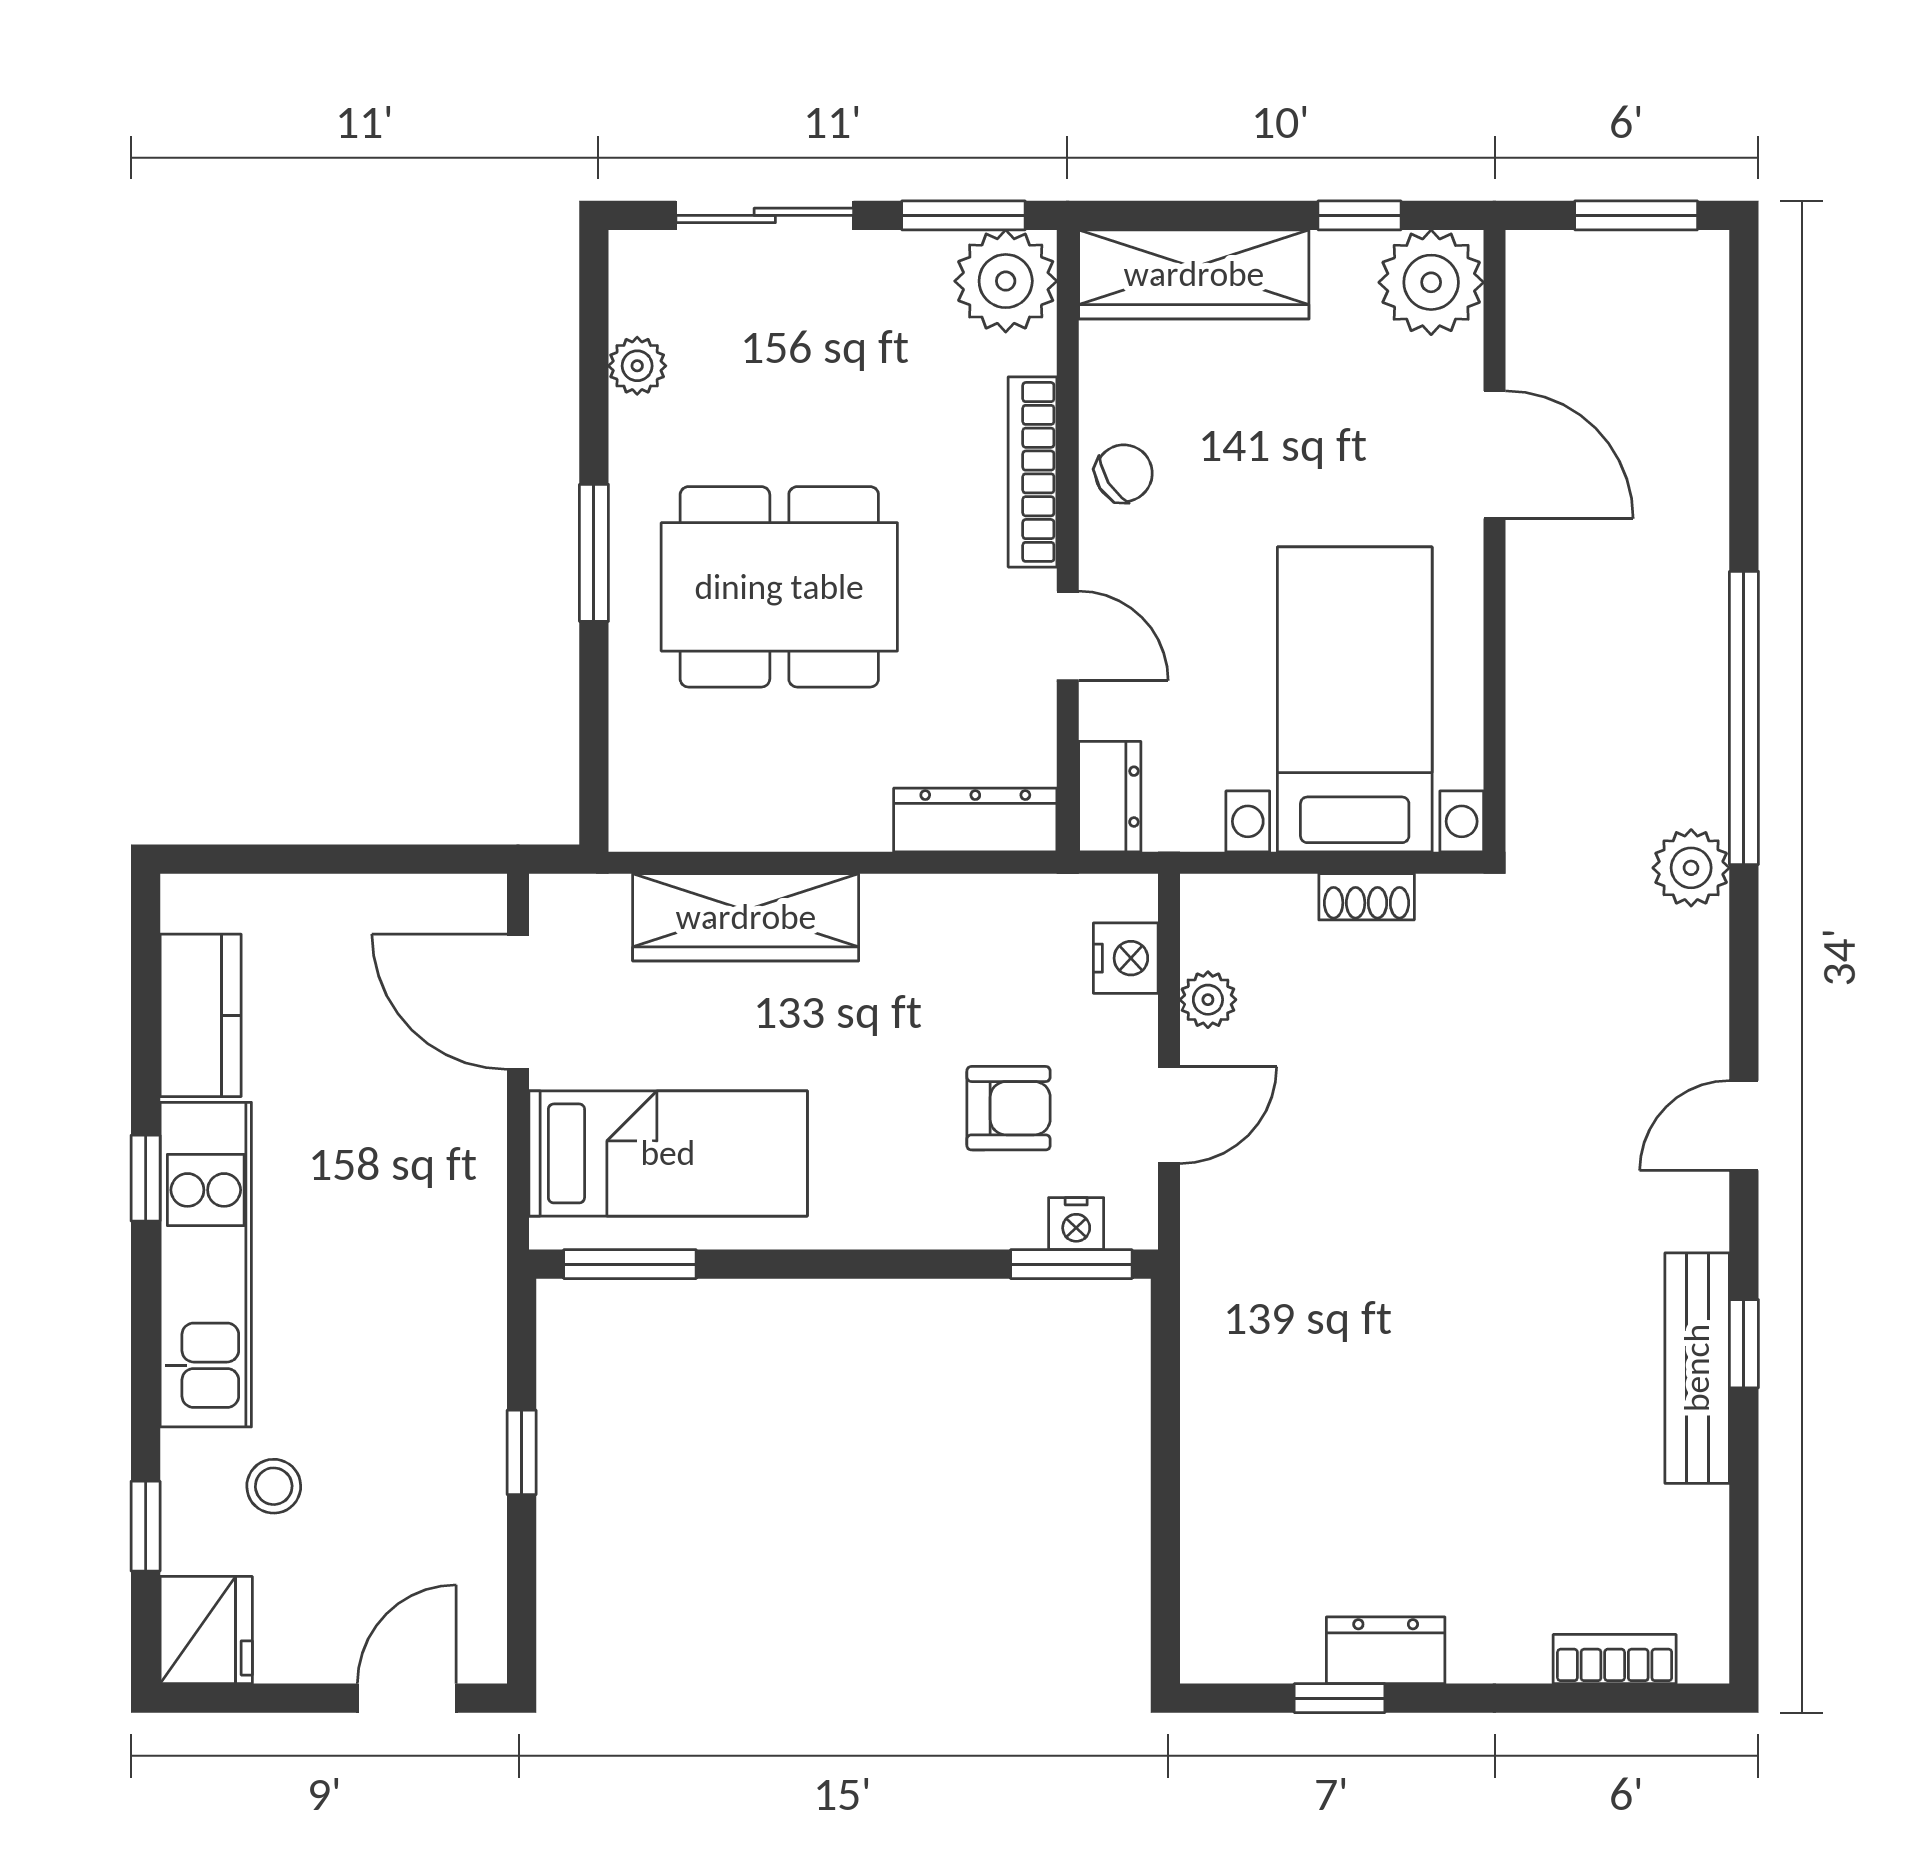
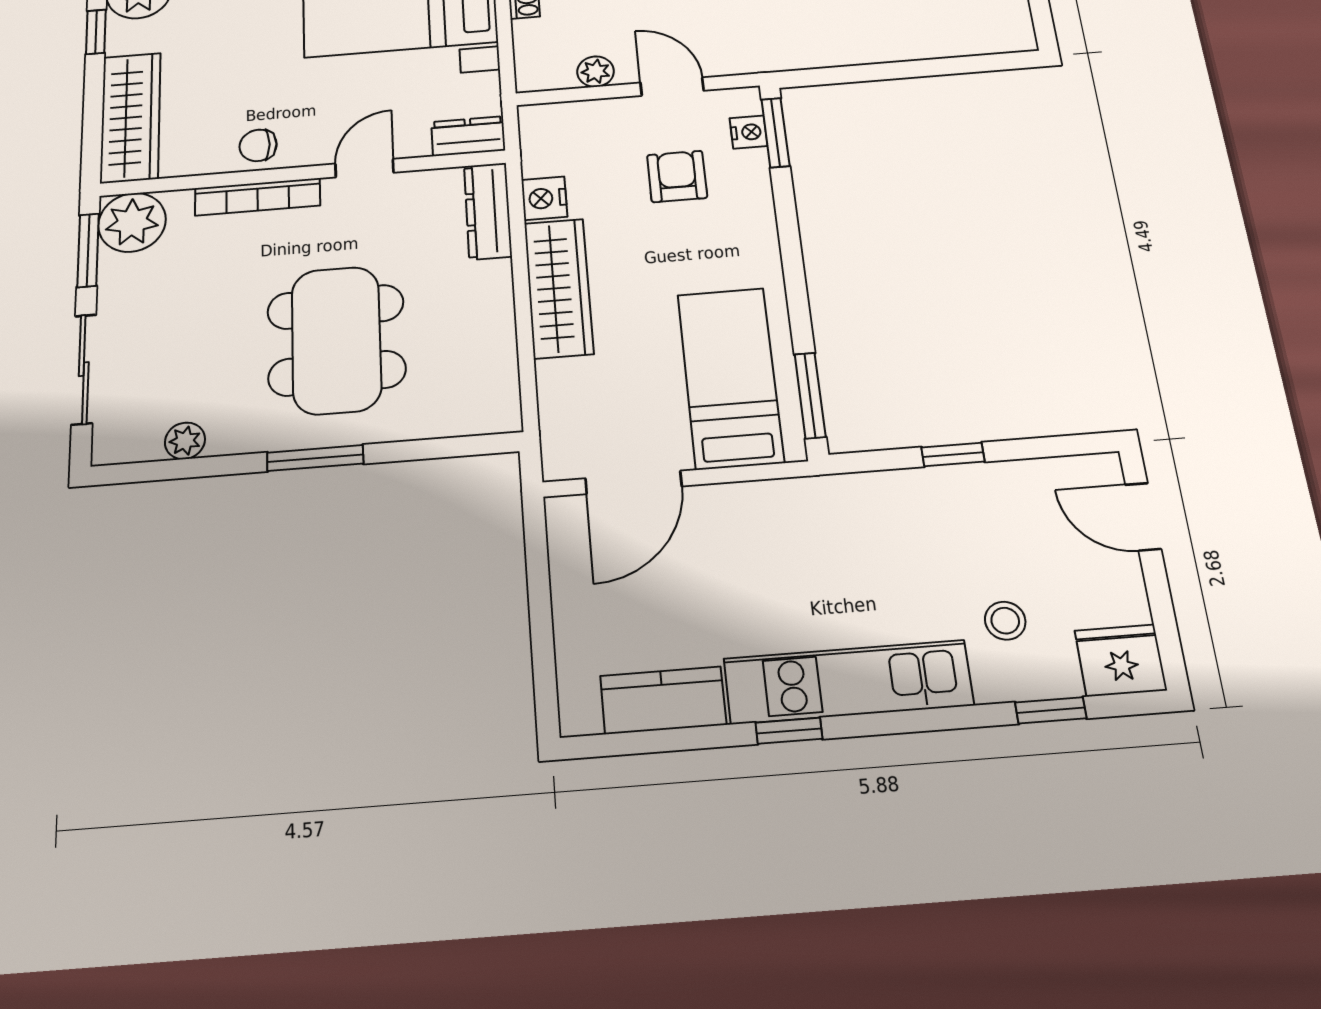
chair: (1124, 473) -> (258, 145), turned -58
wardrobe: (746, 917) -> (559, 288), moved
nightstand: (1126, 958) -> (544, 198), moved, turned -90

